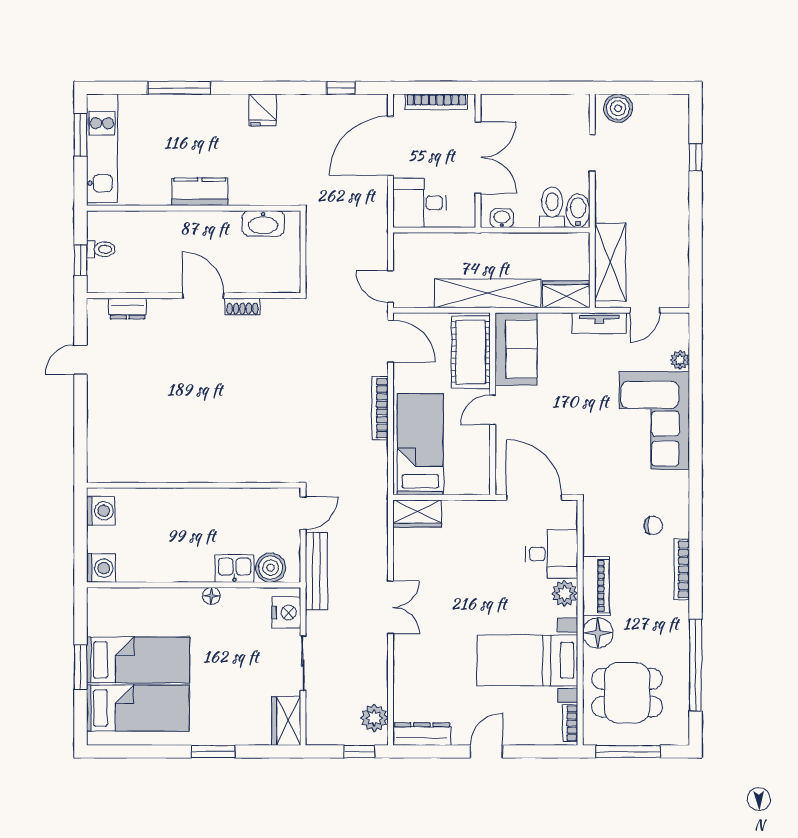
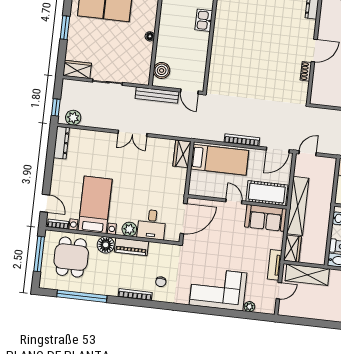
door: (645, 310) -> (279, 291), swing flipped
kitchen sink: (235, 568) -> (204, 20), moved, turned 180
nightstand: (286, 613) -> (136, 76), removed
door: (486, 751) -> (45, 203), moved

